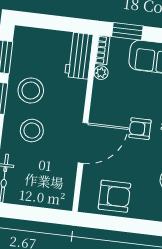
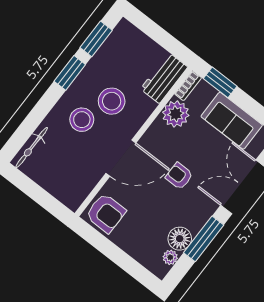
plant: (101, 73) -> (176, 114), width x1.87, depth x1.87
stool: (31, 90) -> (112, 101), moved
armchair: (114, 196) -> (106, 213), moved

